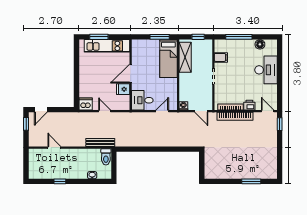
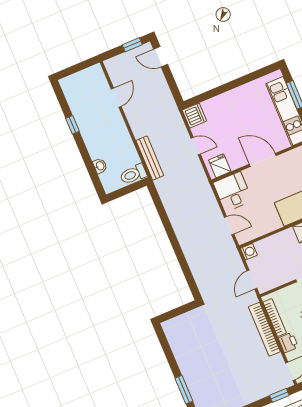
fridge: (123, 89) -> (220, 166), moved
door: (105, 111) -> (196, 146), hinge flipped

